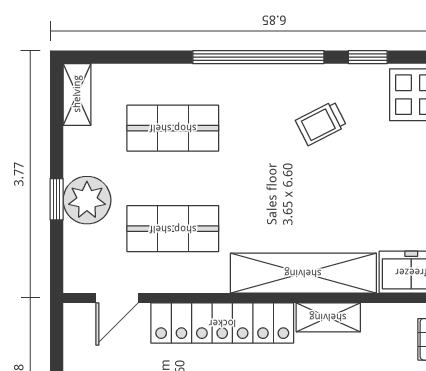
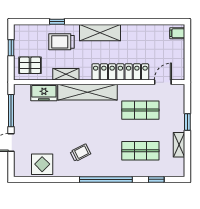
window: (368, 57) -> (156, 179), moved
shelving: (77, 94) -> (179, 145), moved
plant: (87, 200) -> (175, 122), removed
shelving: (328, 317) -> (66, 74), moved

